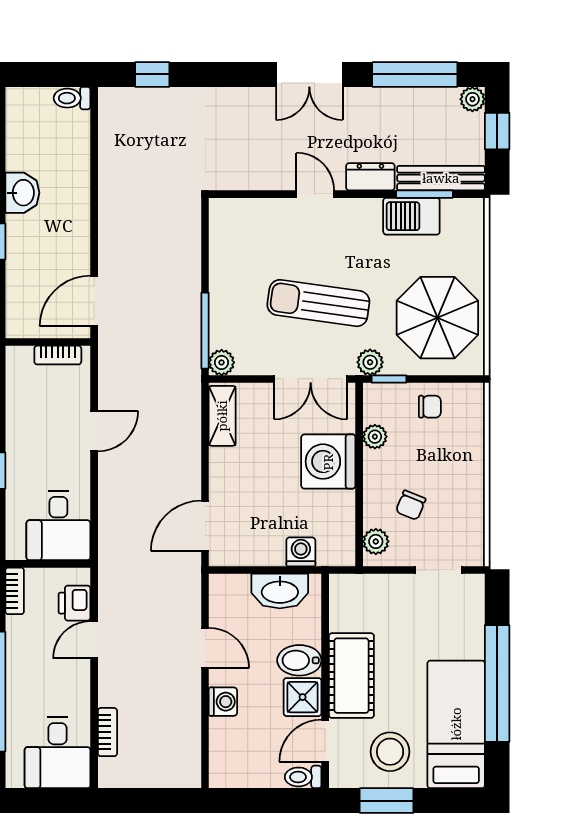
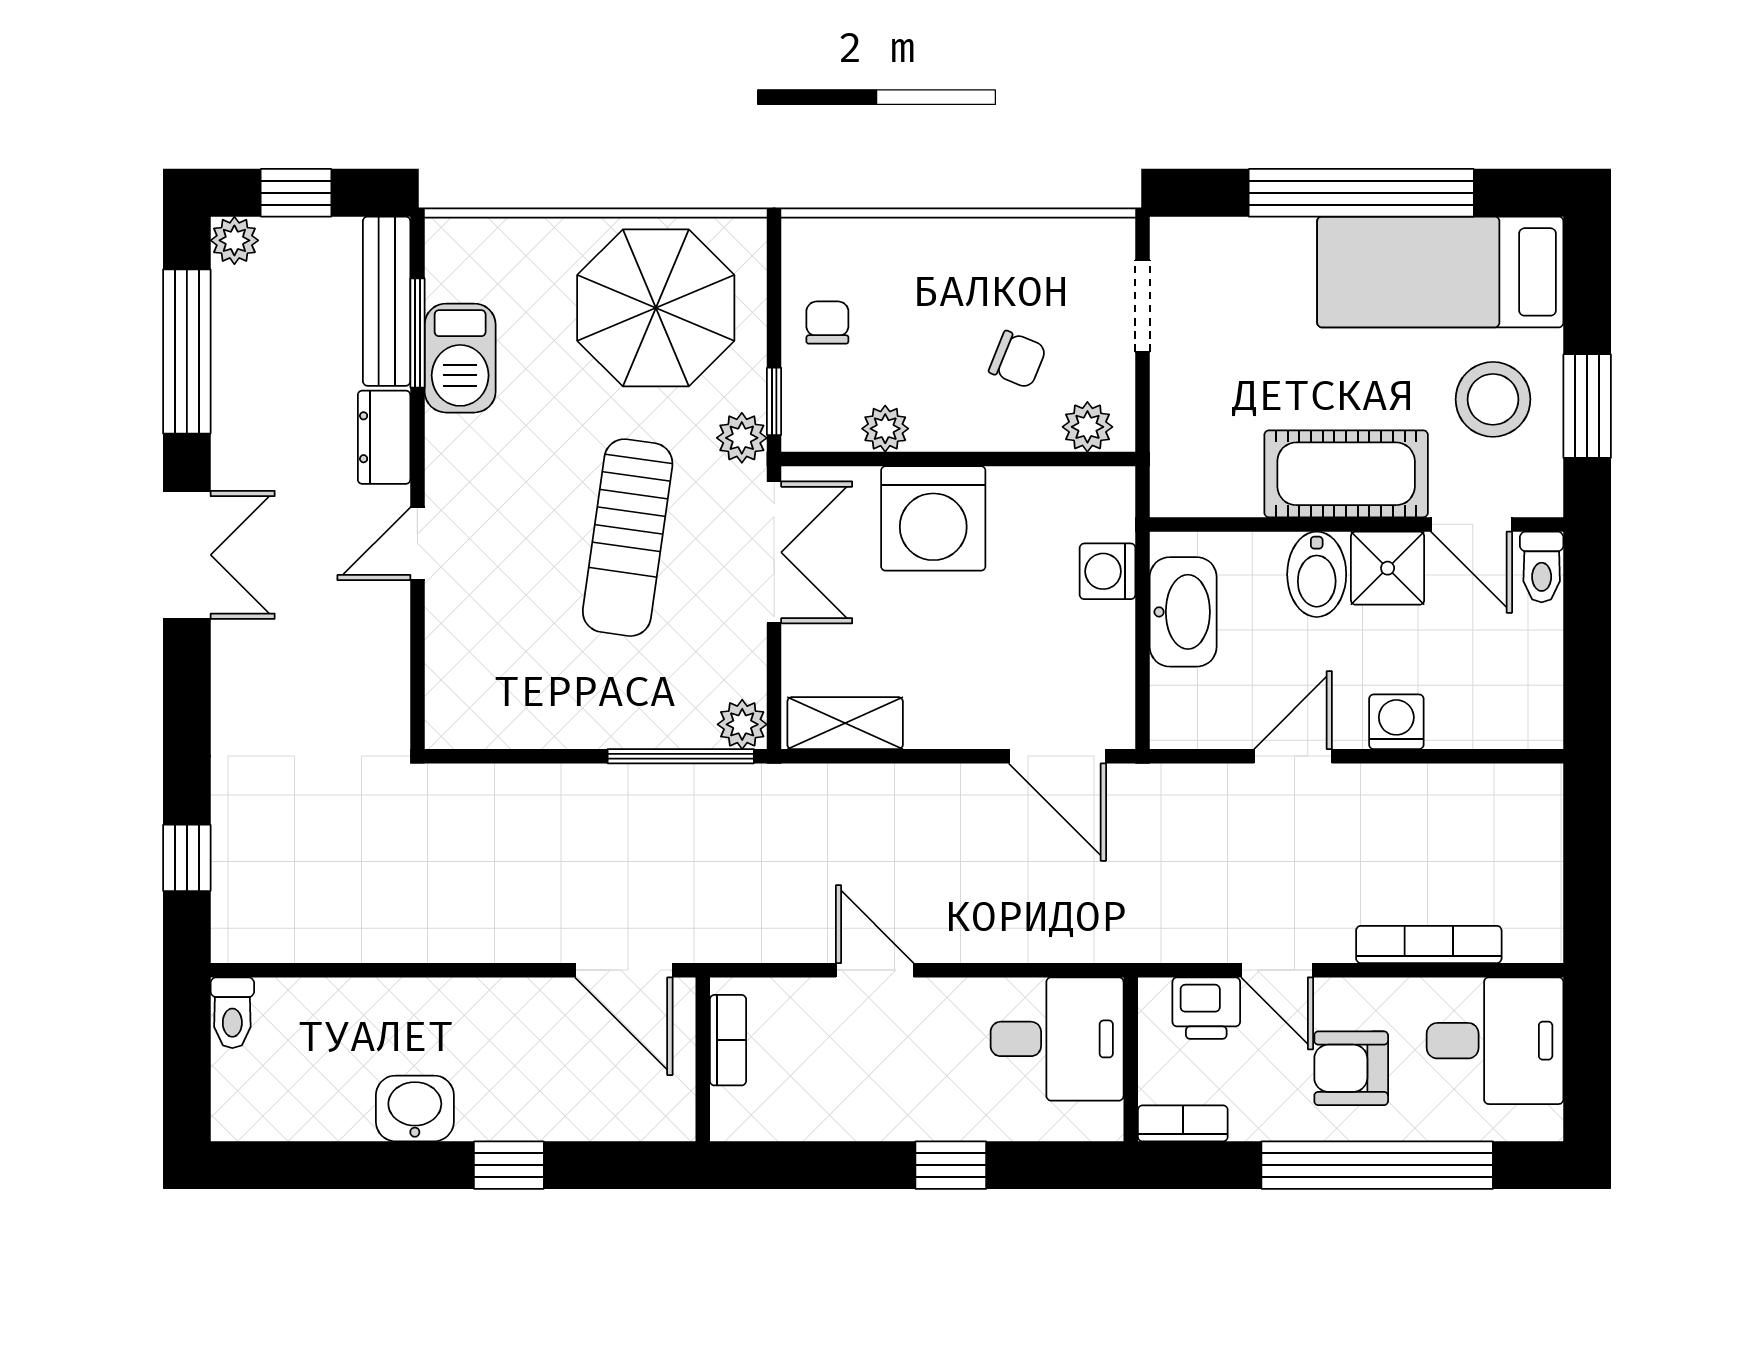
armchair: (43, 678) -> (1351, 1068), added
bookcase: (107, 732) -> (1429, 944), width x1.56

